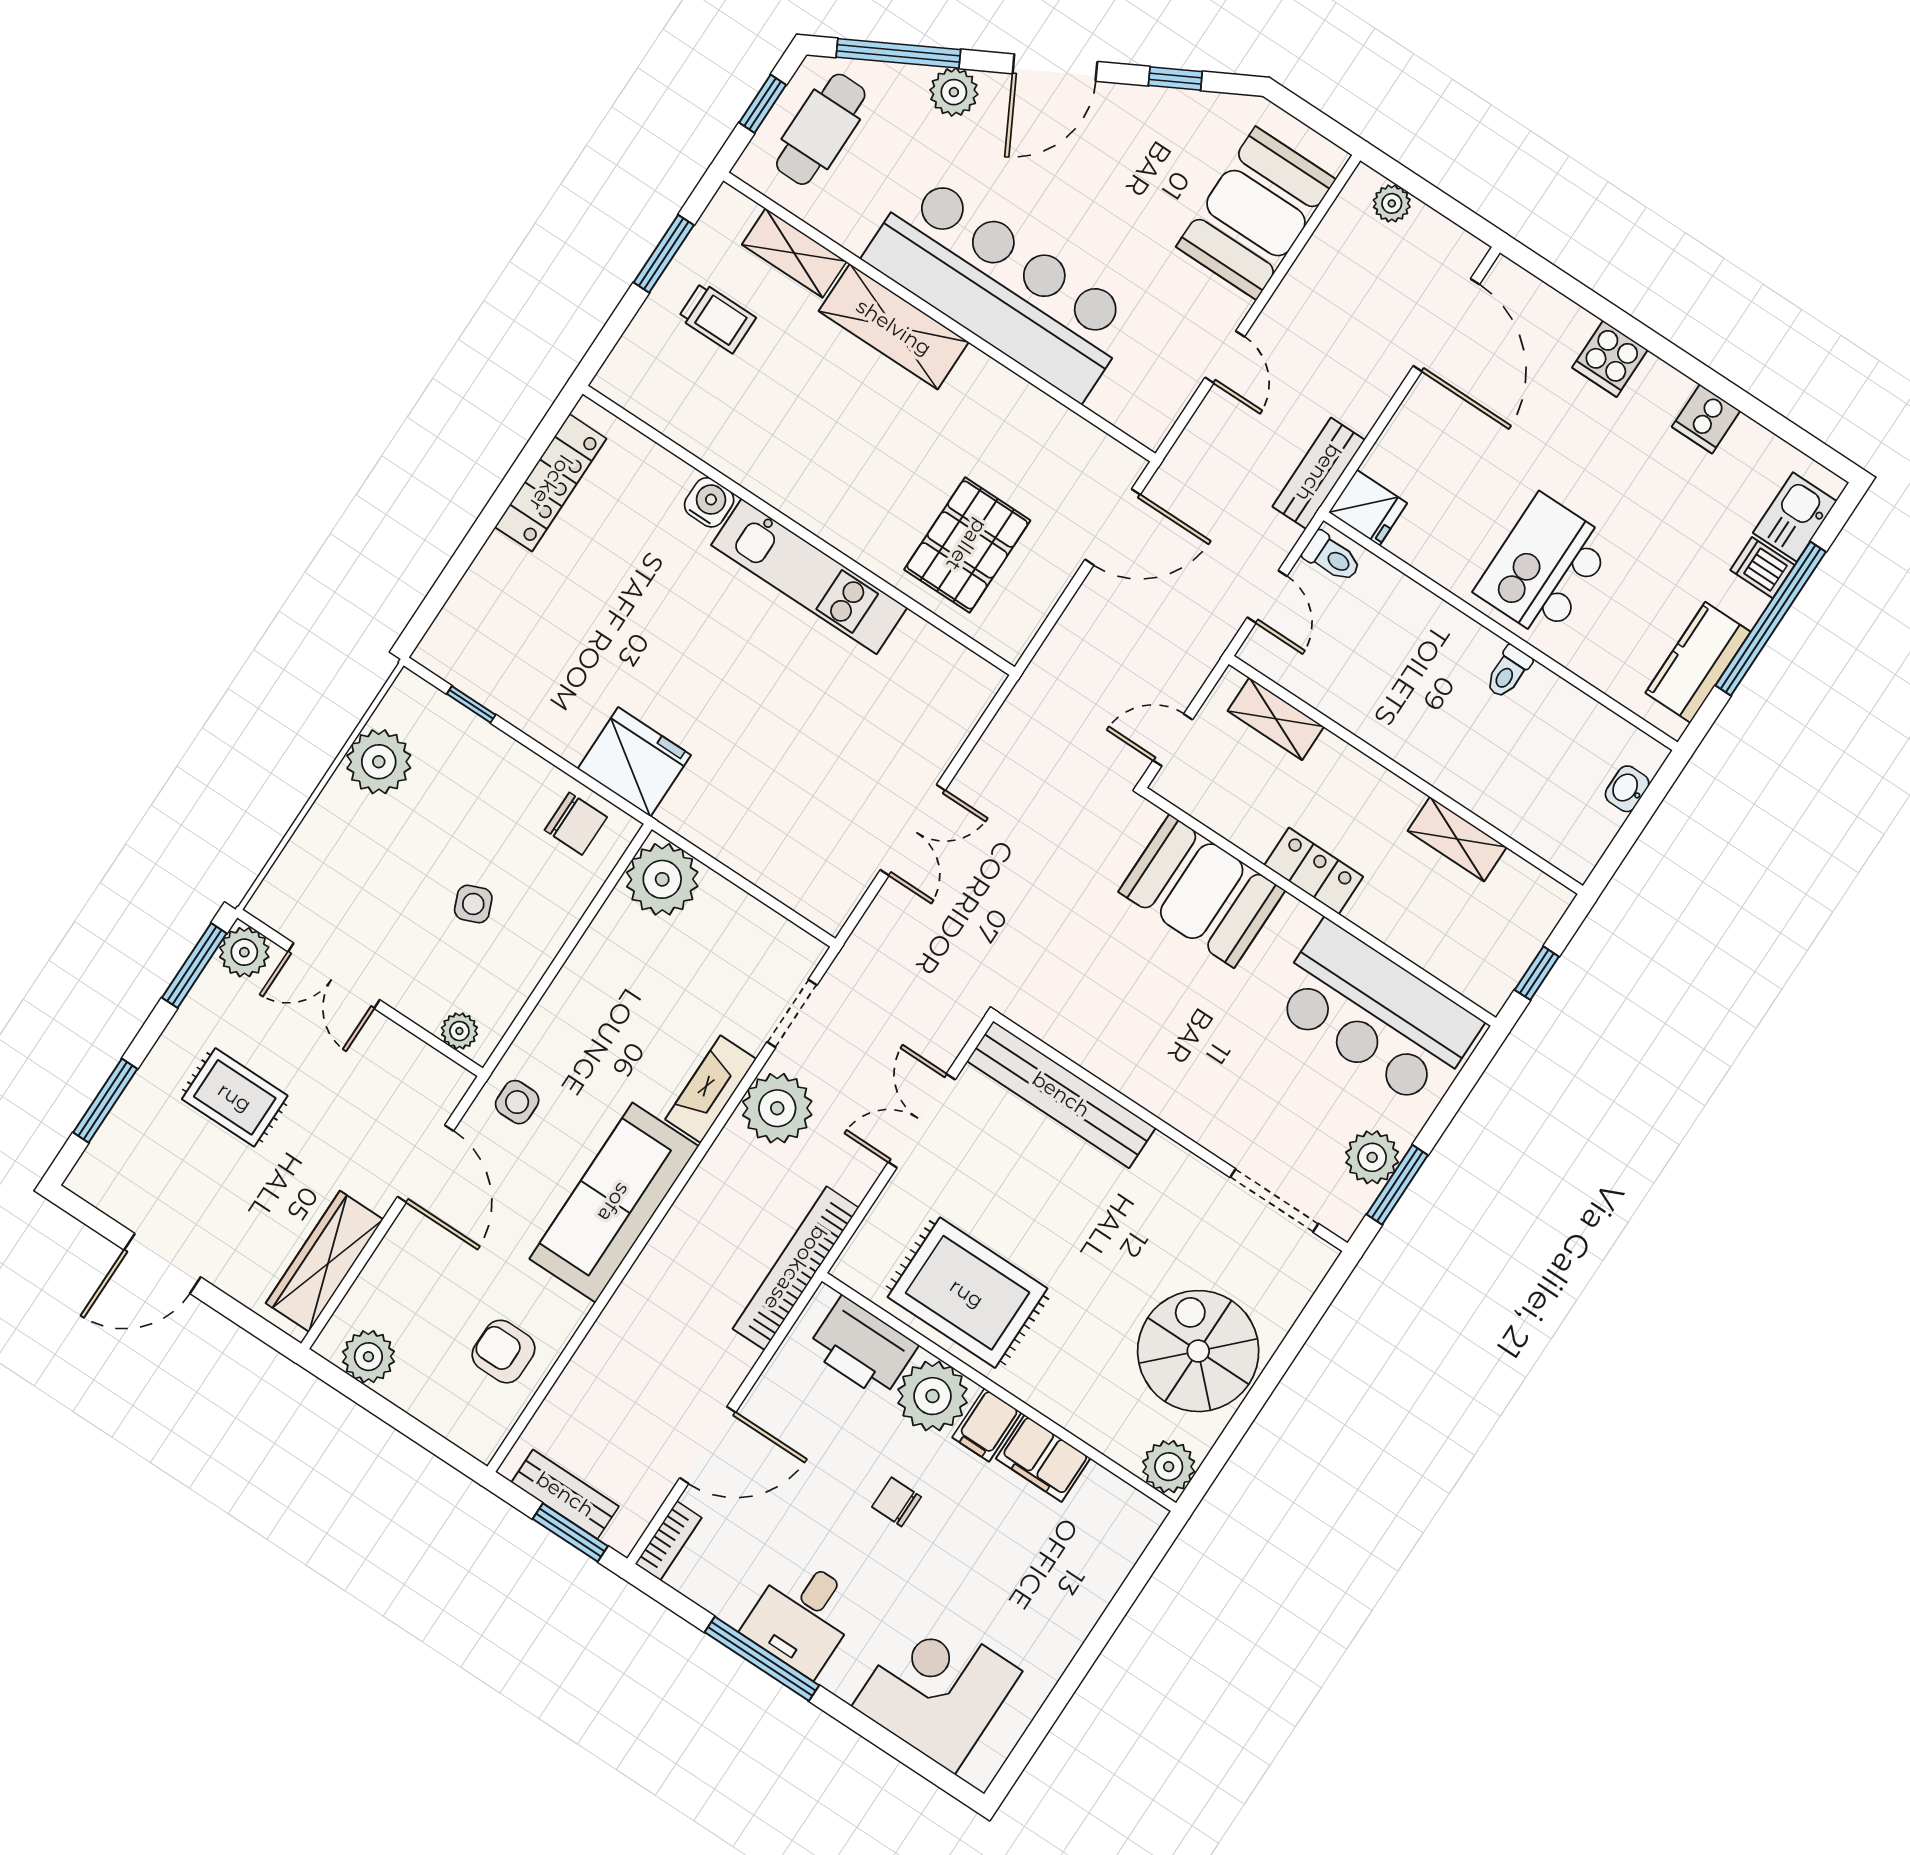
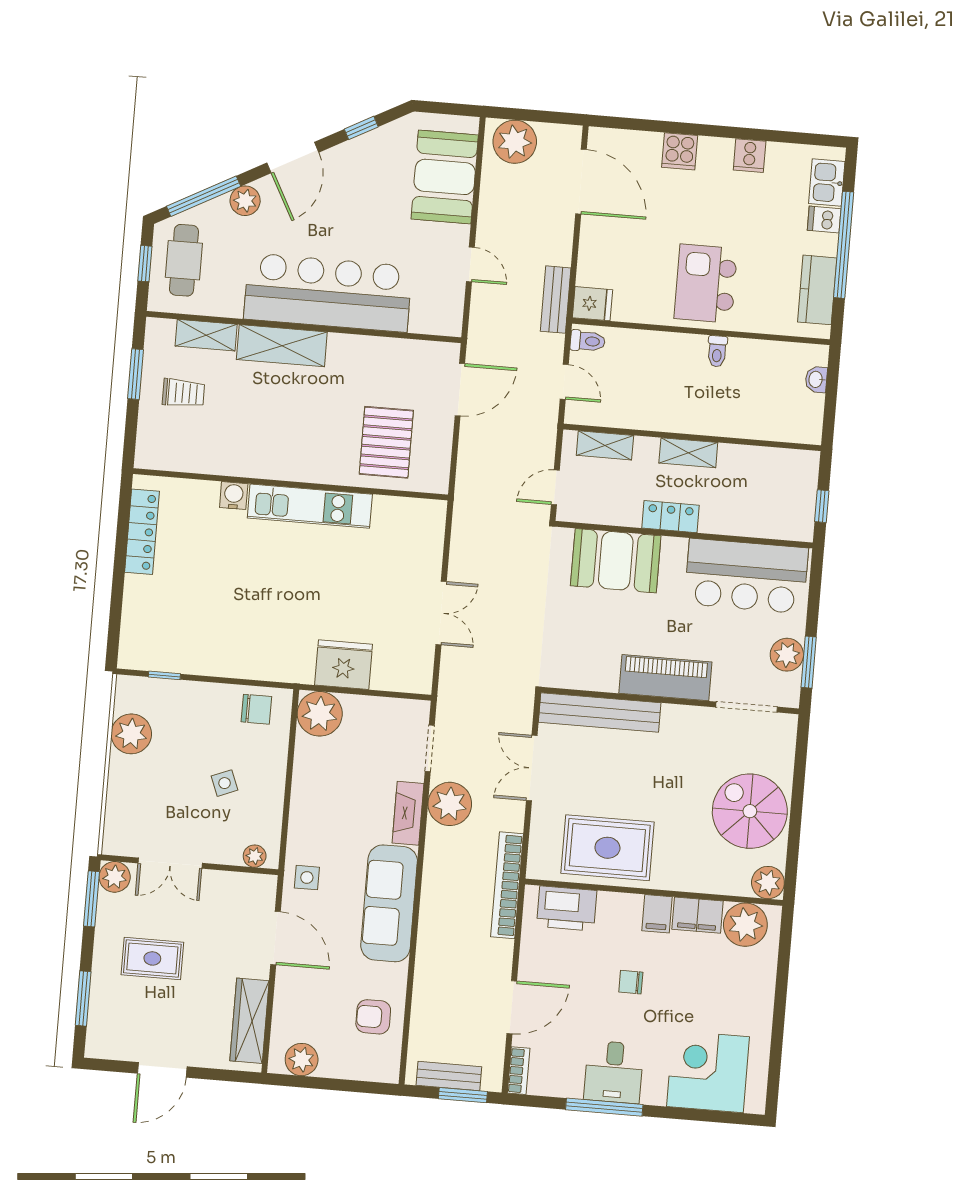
plant: (1392, 203) -> (515, 142), width x1.88, depth x1.88
fridge: (634, 762) -> (344, 665), moved
shelving: (1457, 839) -> (688, 453), moved
piano: (1182, 1096) -> (665, 678), added
plant: (932, 1396) -> (745, 925), moved

